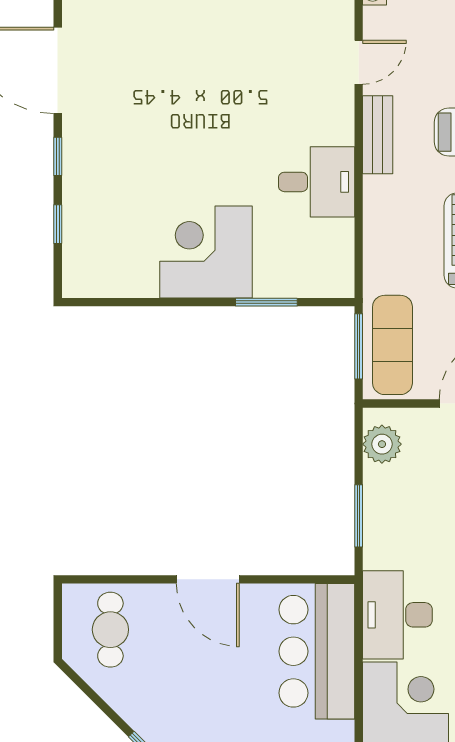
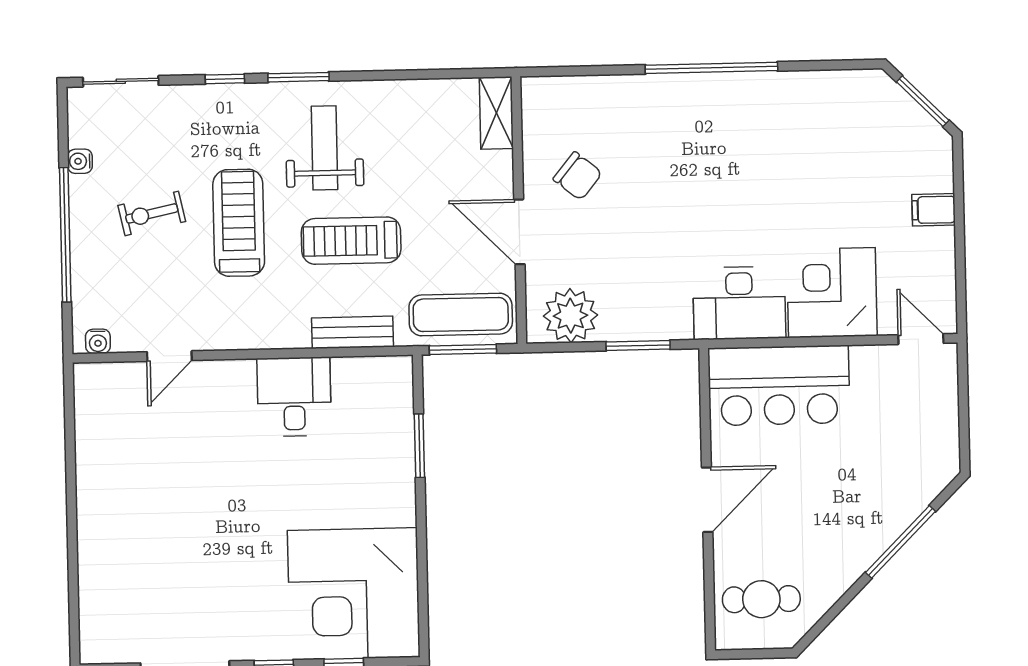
door: (359, 62) -> (169, 356), swing flipped
bench: (378, 135) -> (353, 332), moved
corner desk: (206, 252) -> (354, 594), moved, width x1.36, depth x1.36
plant: (382, 444) -> (570, 316), width x1.36, depth x1.36

